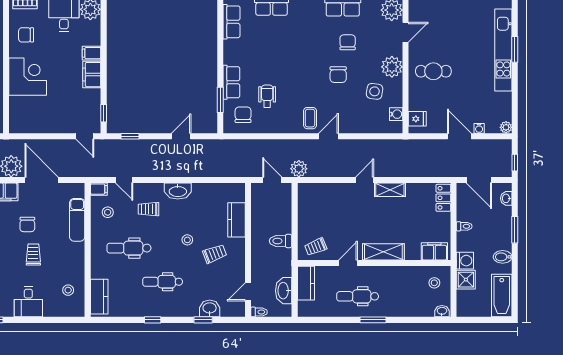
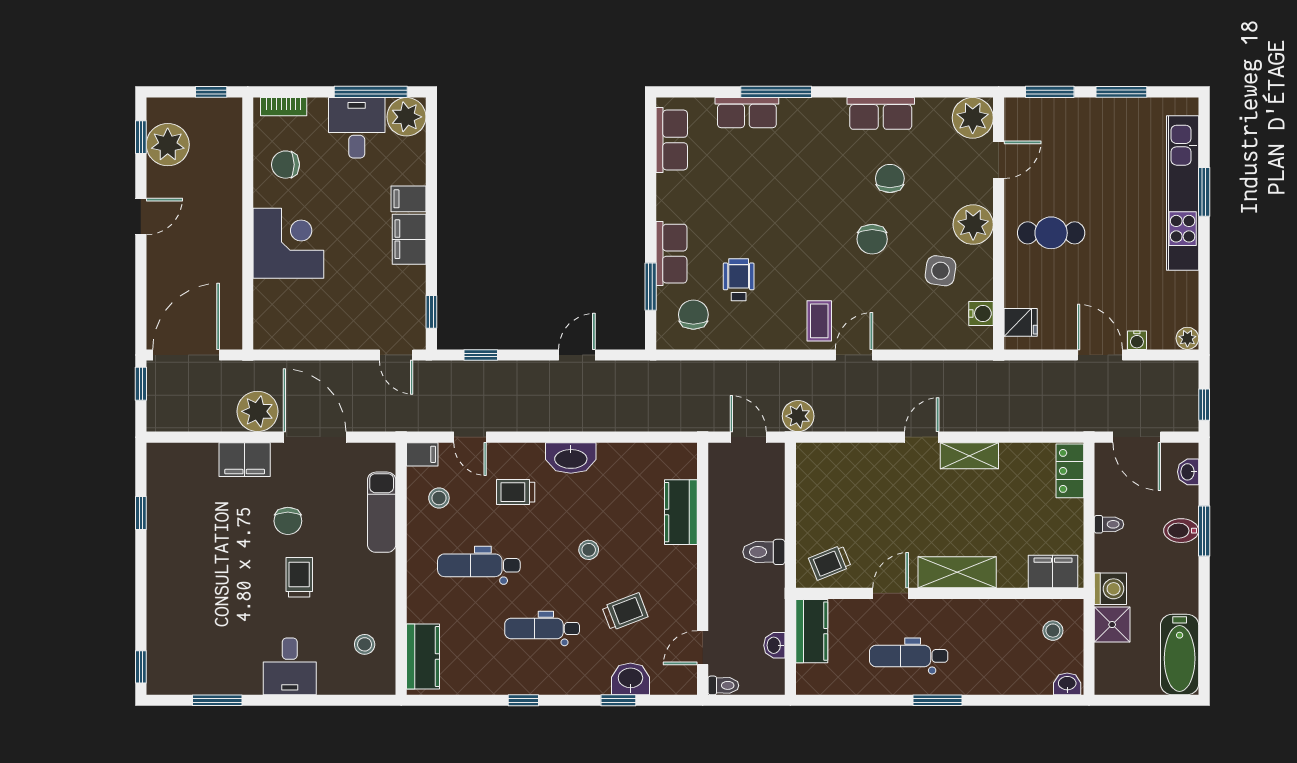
trolley: (215, 254) -> (625, 612), moved
bidet: (503, 257) -> (1181, 531), moved
washbasin: (284, 291) -> (774, 645), width x0.52, depth x0.69

